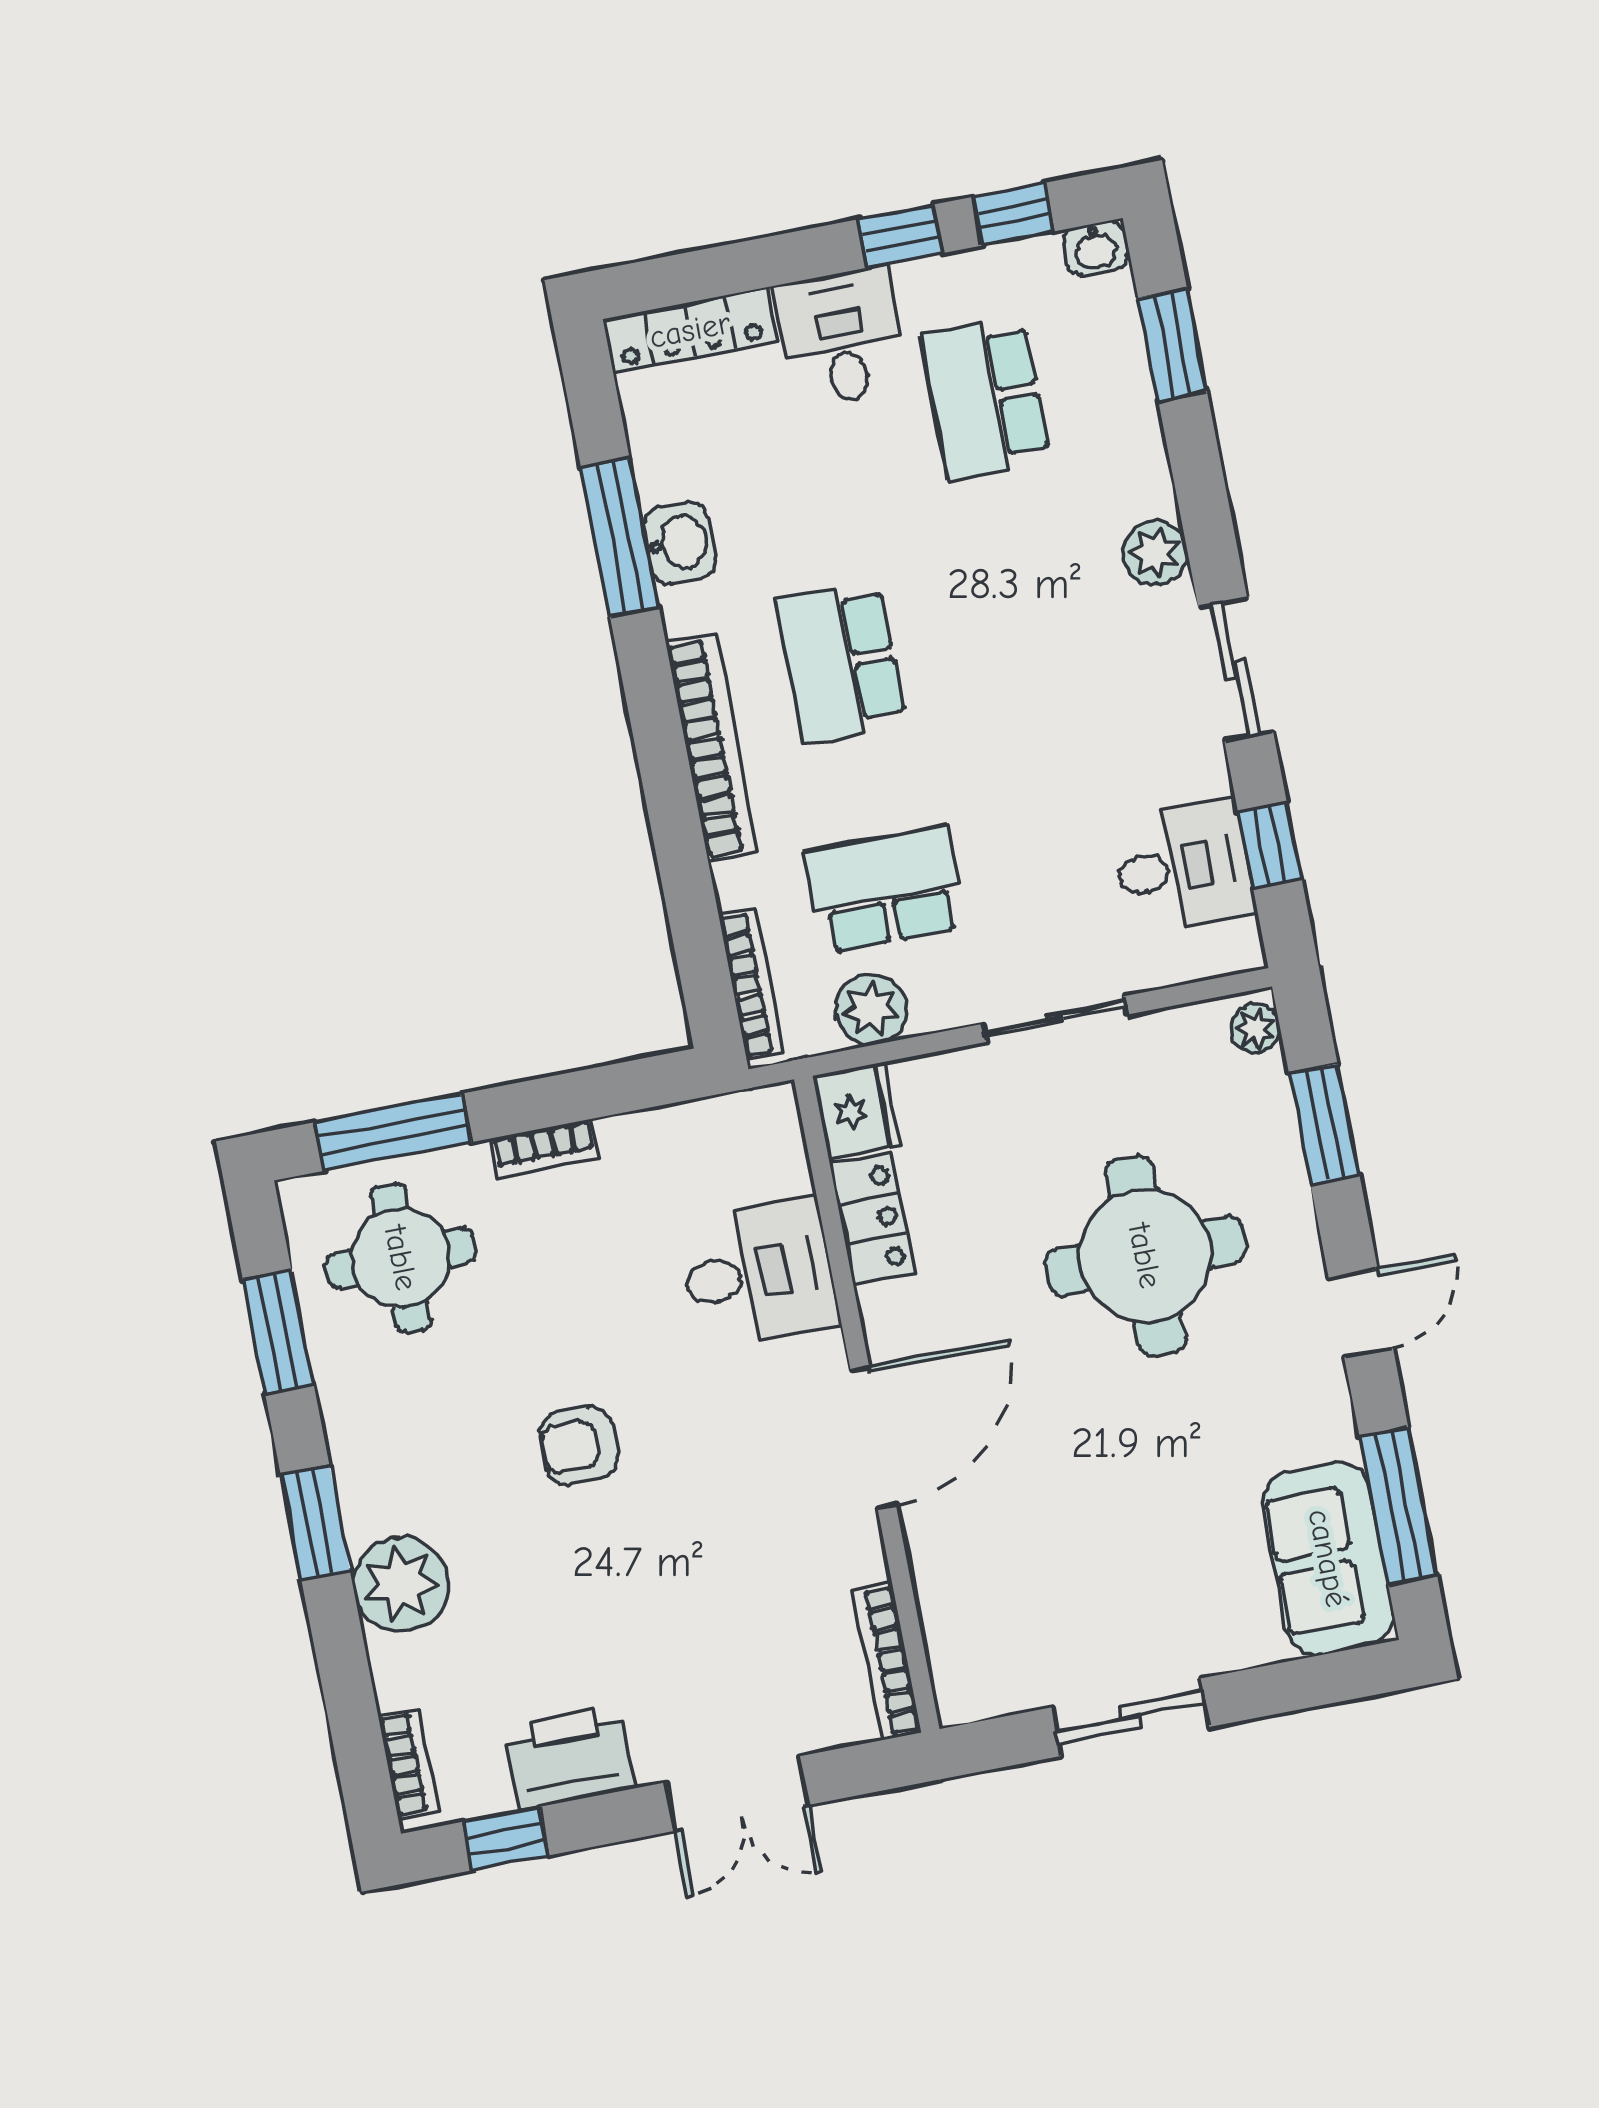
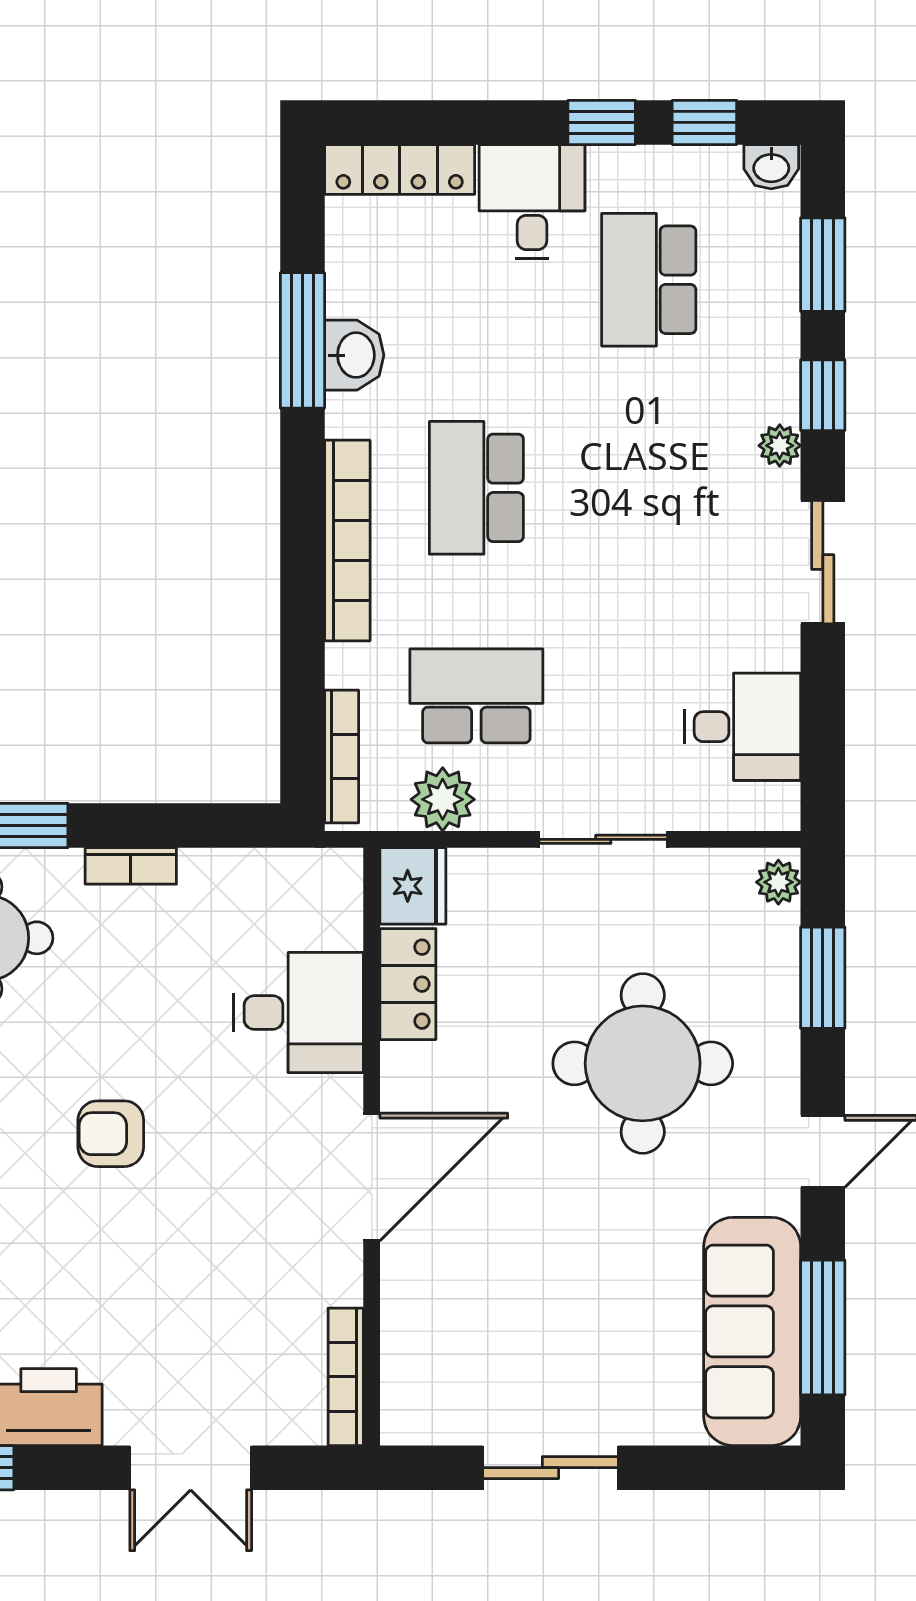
plant: (1155, 553) -> (780, 446), width x0.73, depth x0.73
window: (1270, 846) -> (823, 395), moved
sofa: (1328, 1558) -> (752, 1331), width x1.36

